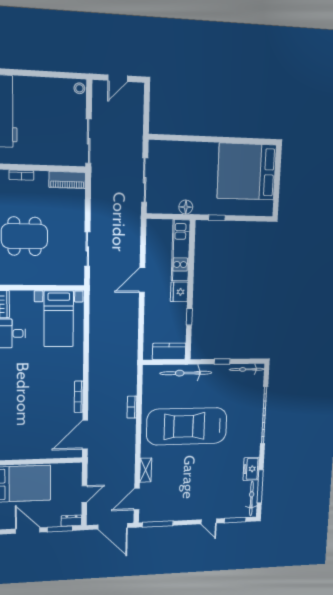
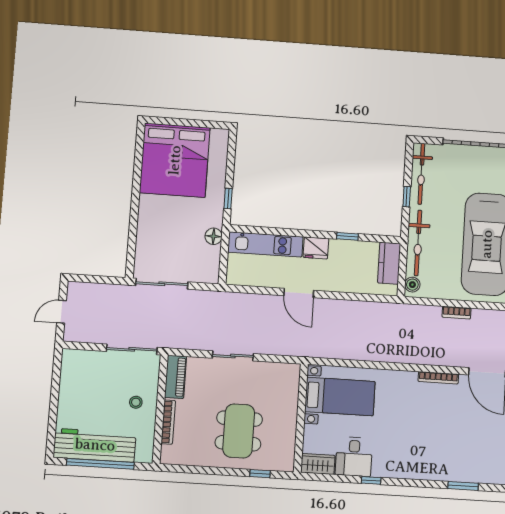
door: (118, 78) -> (62, 312), swing flipped
stool: (79, 88) -> (136, 402), moved
bookcase: (21, 175) -> (168, 422), width x1.56
sliding door: (145, 180) -> (162, 284), moved
sliding door: (87, 249) -> (233, 356), moved
bicycle: (247, 369) -> (421, 174), width x1.37, depth x1.40
boiler: (153, 371) -> (412, 285), added

